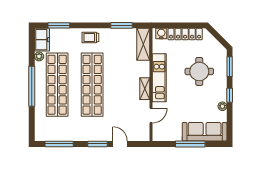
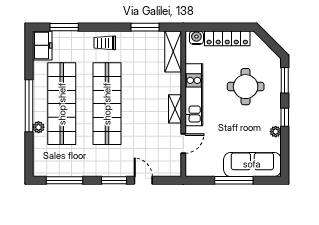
plant: (39, 56) -> (38, 127), moved

